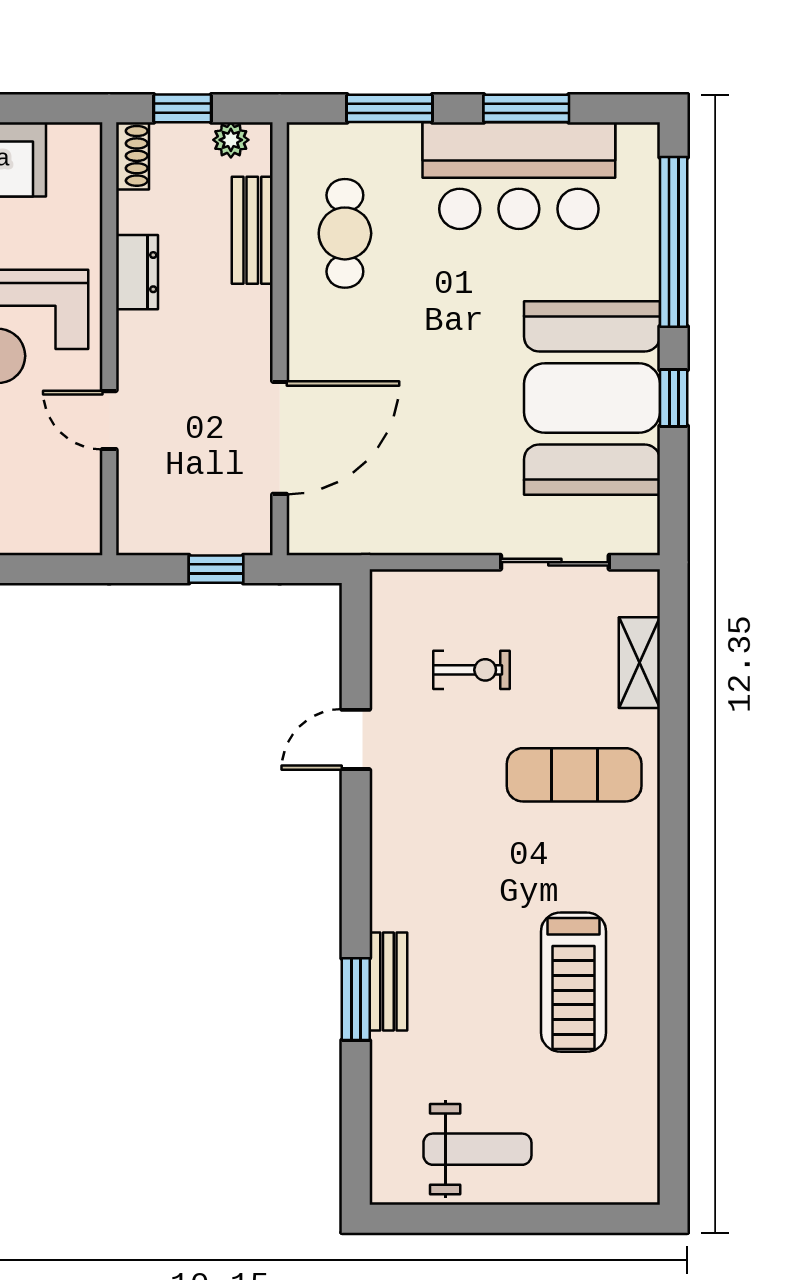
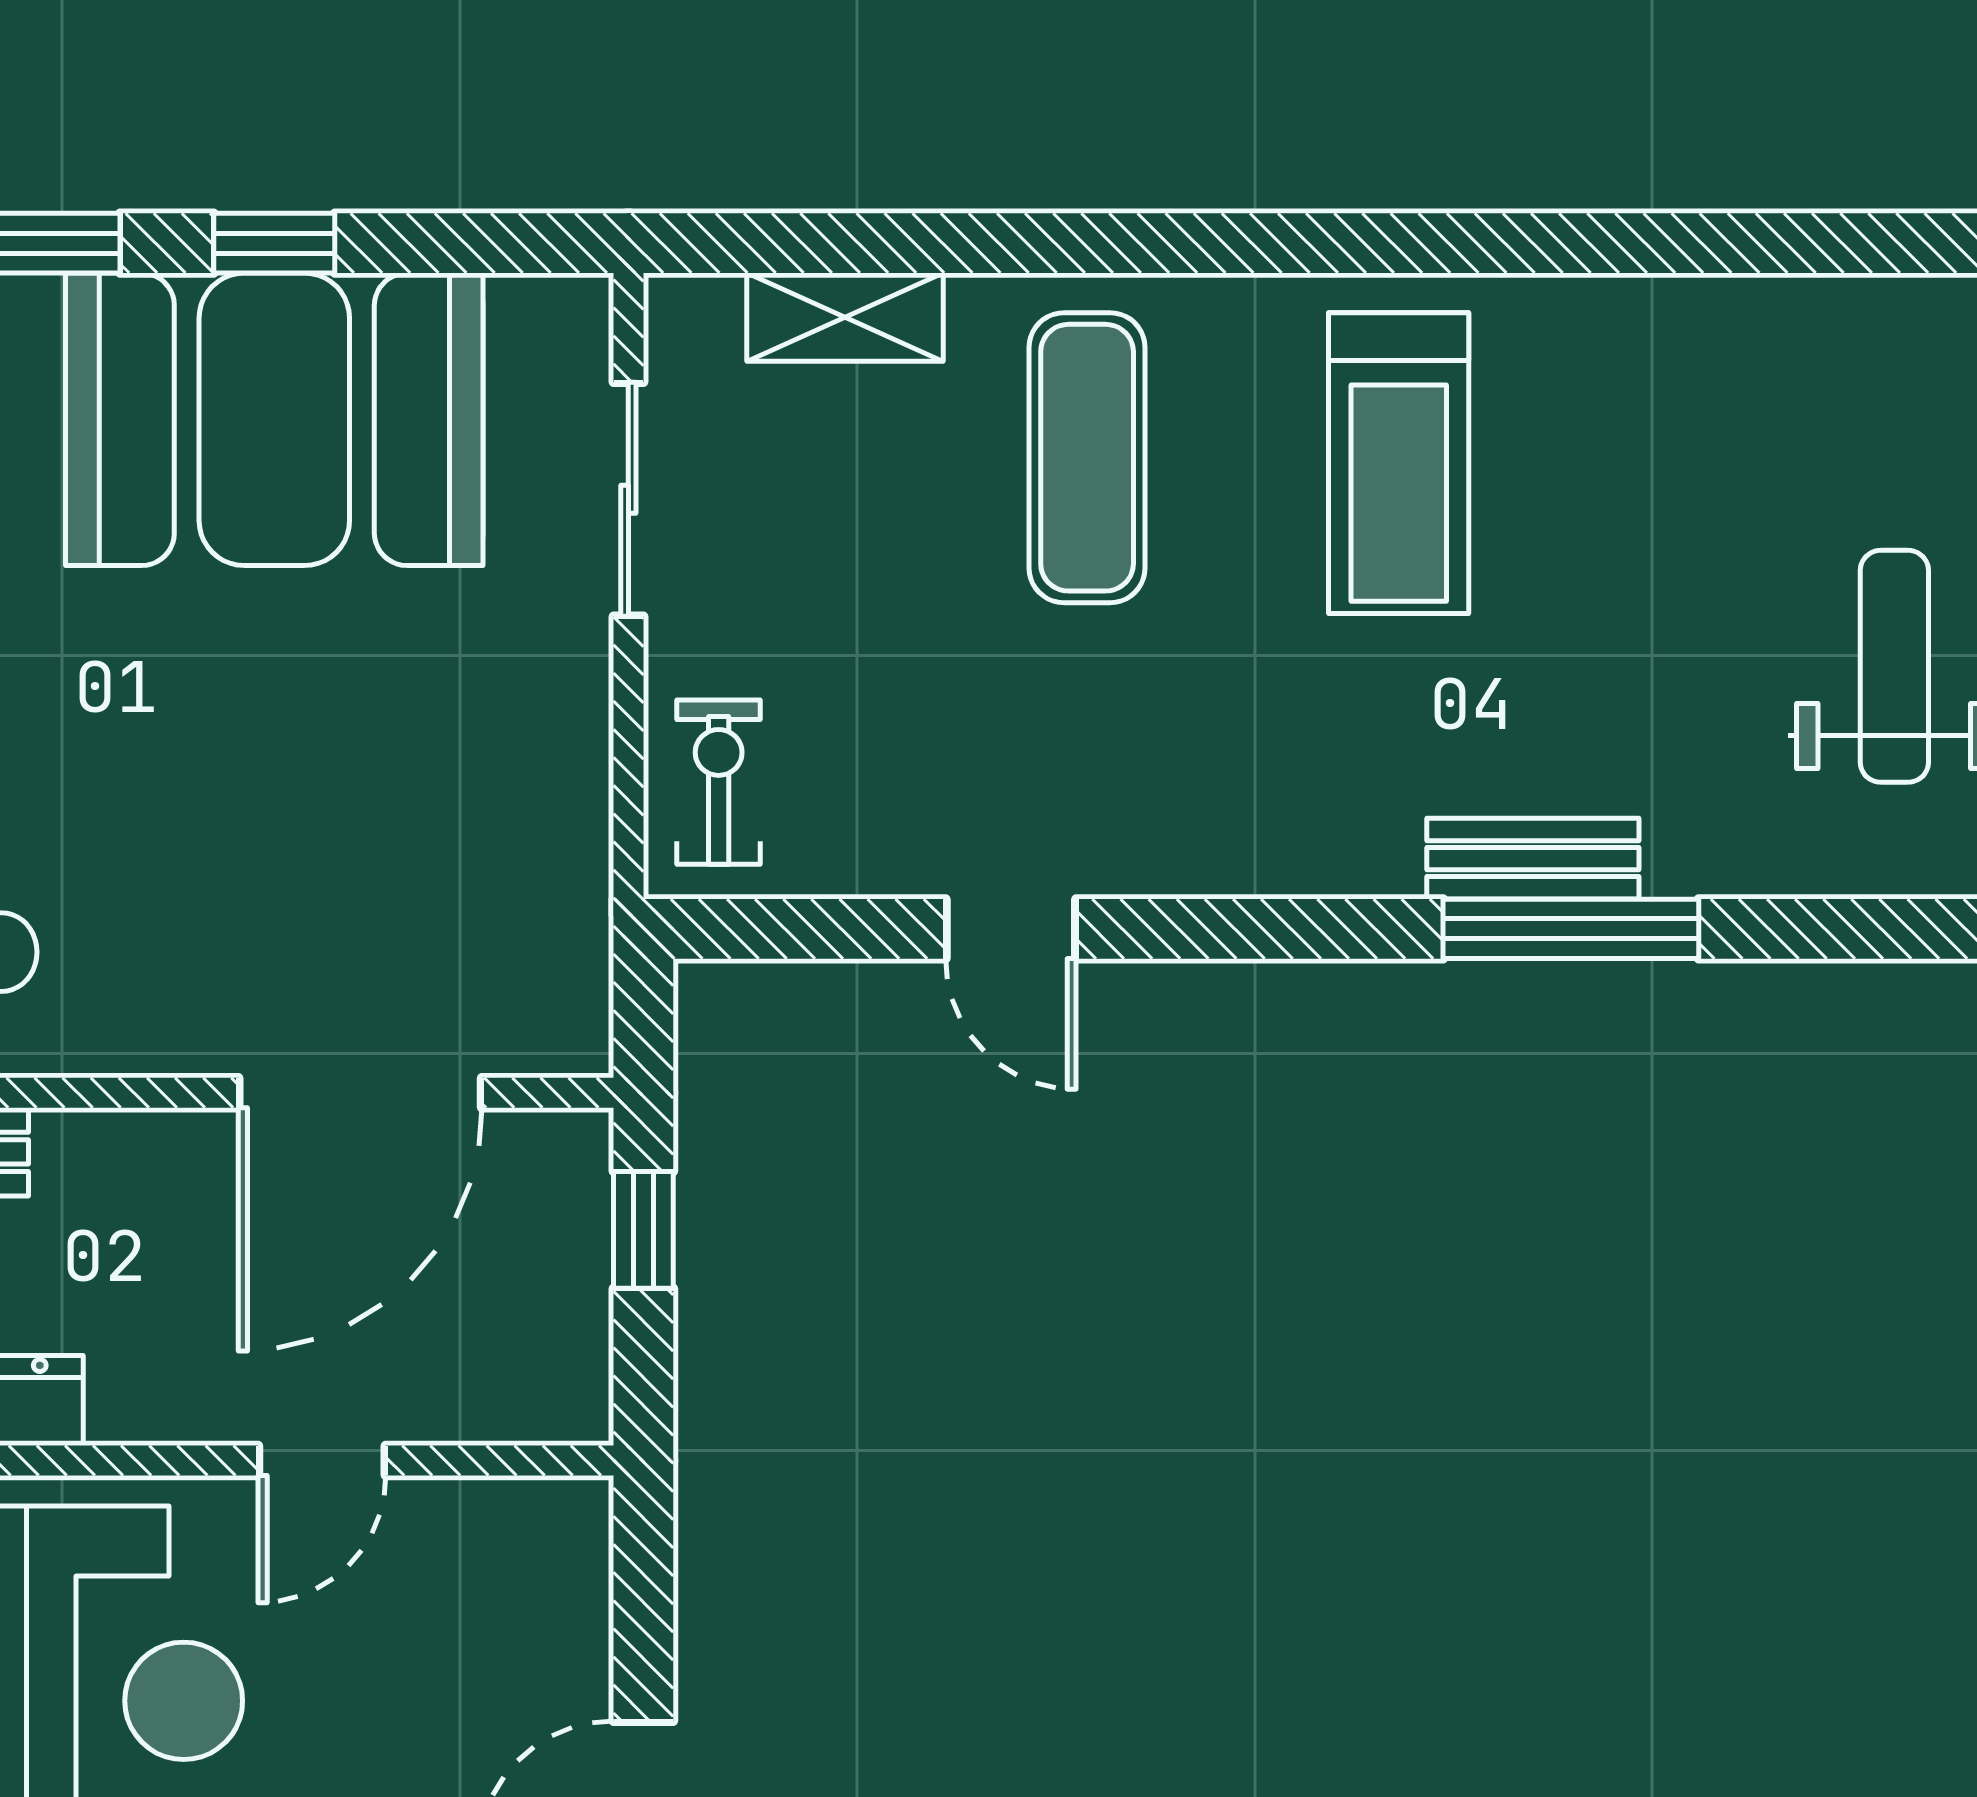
door: (280, 438) -> (360, 1093), swing flipped
exercise bike: (471, 670) -> (719, 782), moved
treadmill: (574, 982) -> (1399, 463), moved, turned 90
window: (356, 999) -> (1571, 929), width x1.44

